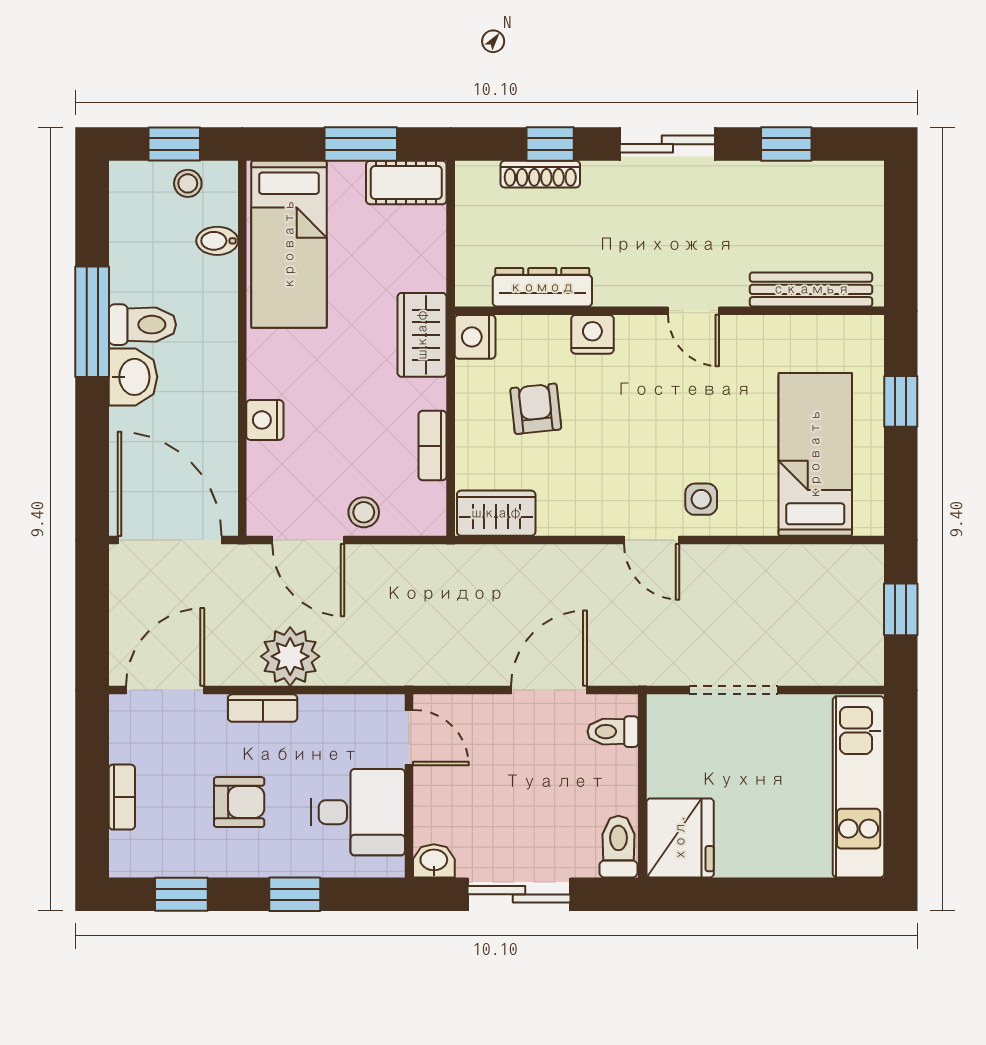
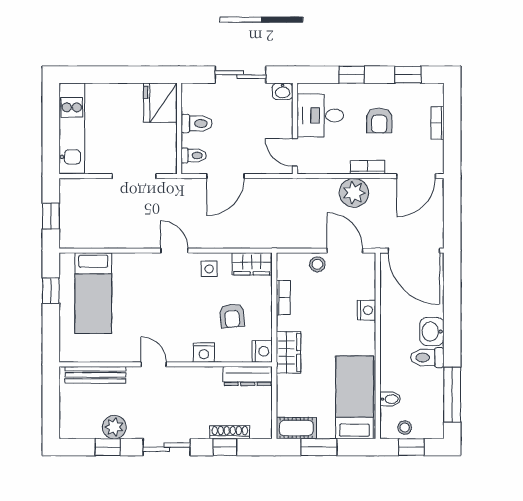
plant: (773, 185) -> (114, 427), added
dresser: (542, 287) -> (248, 376), moved
window: (92, 322) -> (452, 395), moved
window: (901, 401) -> (51, 291), moved
side table: (701, 499) -> (209, 269), moved
armchair: (239, 802) -> (379, 121), turned -90
toilet: (618, 847) -> (197, 123), moved, turned -90

